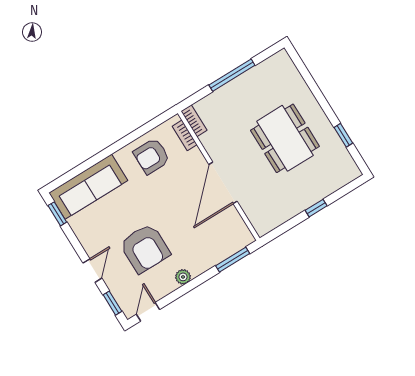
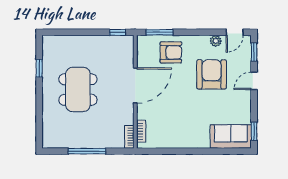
armchair: (152, 156) -> (171, 52), moved
sofa: (88, 187) -> (231, 136), width x0.73
window: (316, 208) -> (118, 32), moved
plant: (183, 277) -> (216, 41), moved

